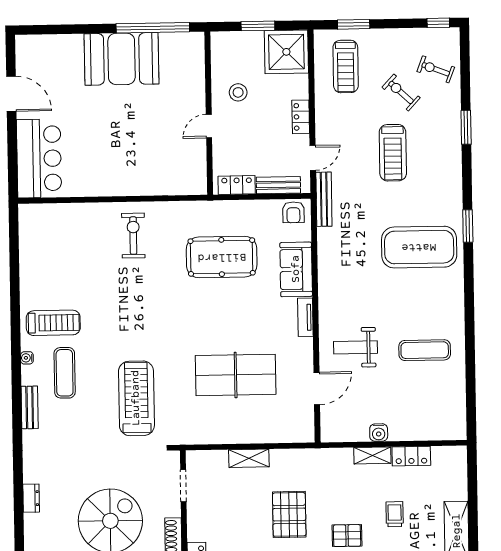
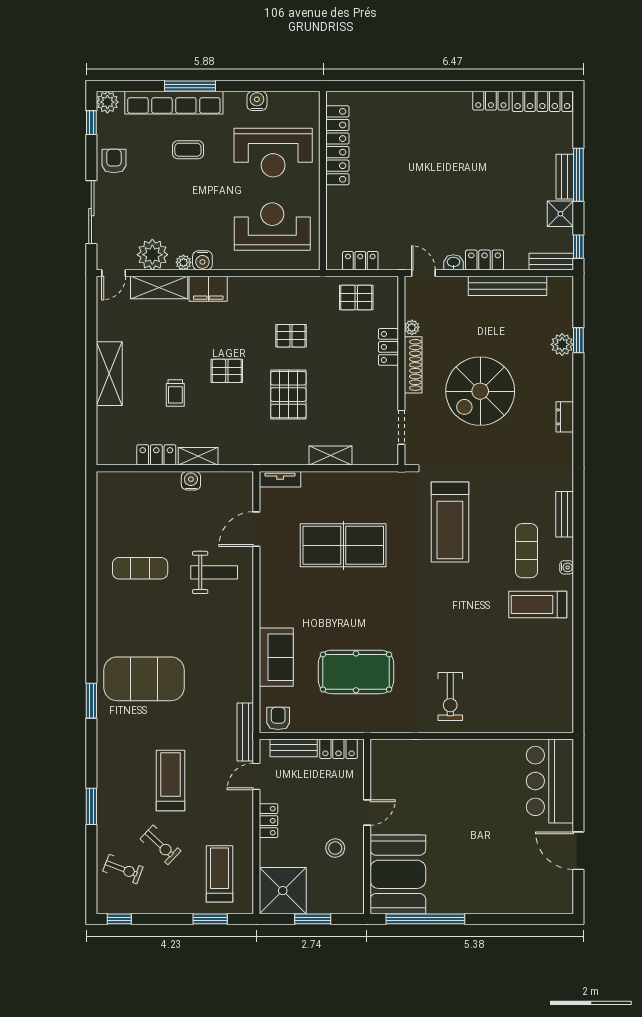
booth: (122, 59) -> (398, 874), moved, turned 90
tv unit: (305, 317) -> (280, 479), moved, turned 90

